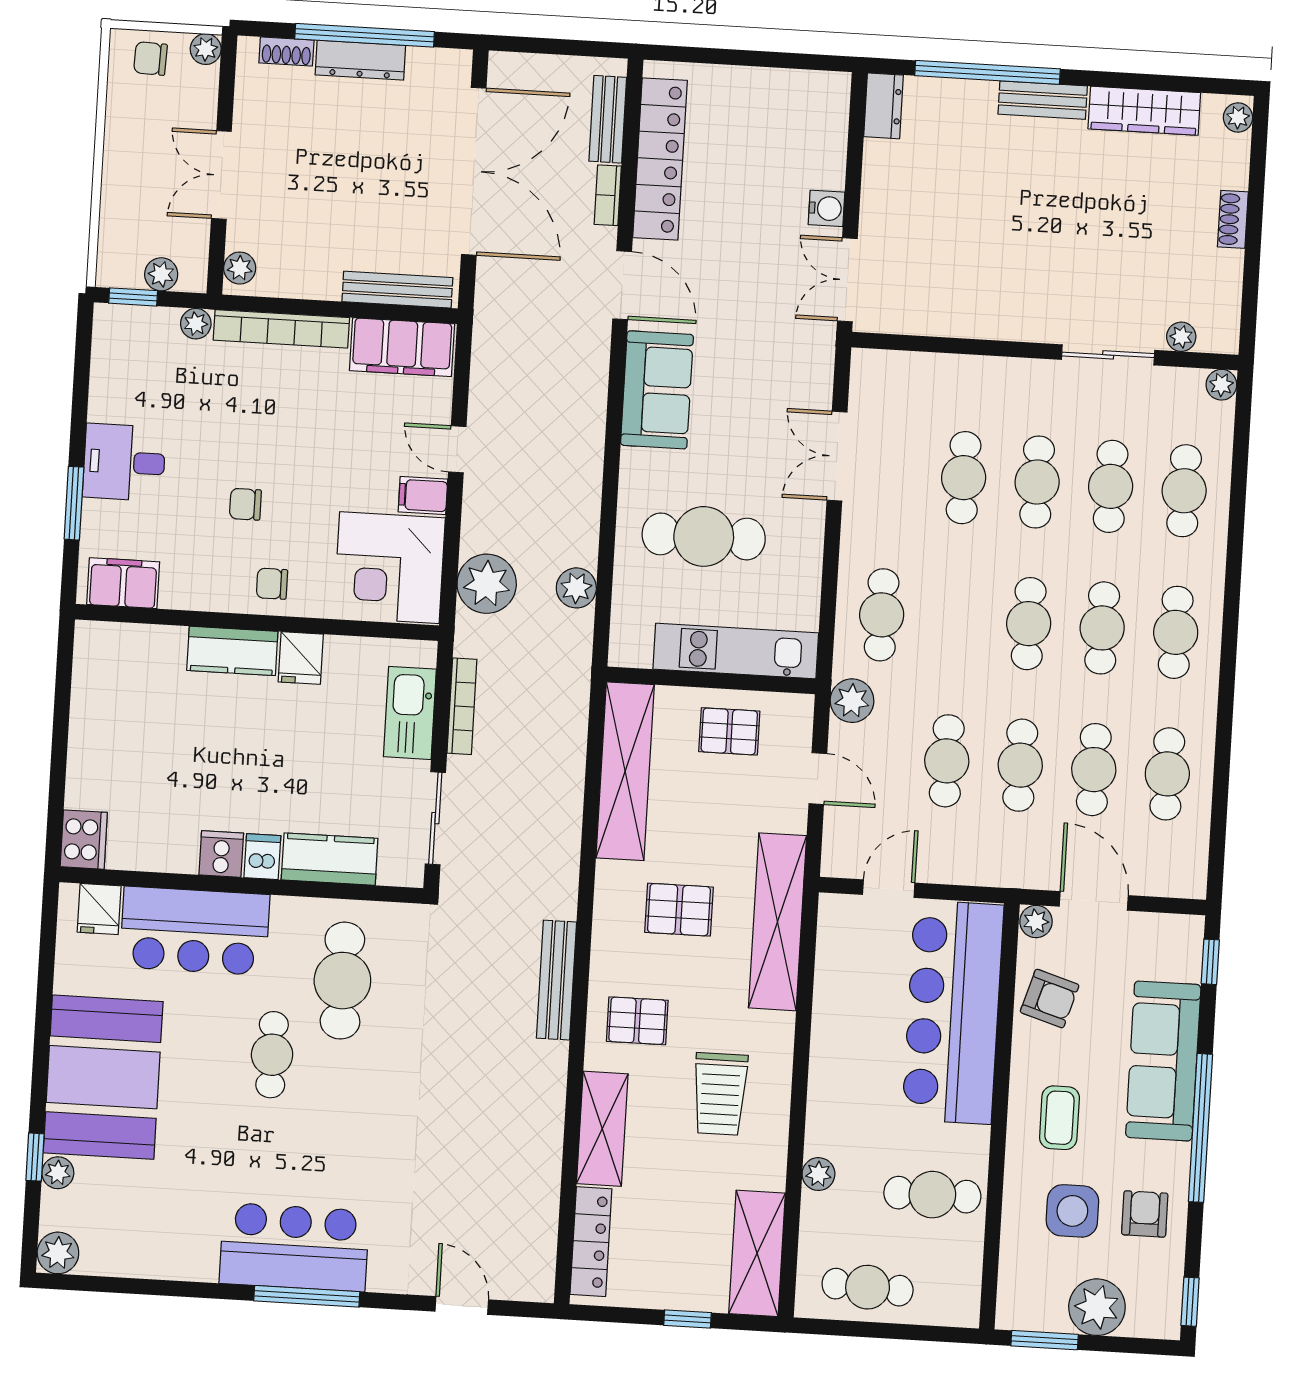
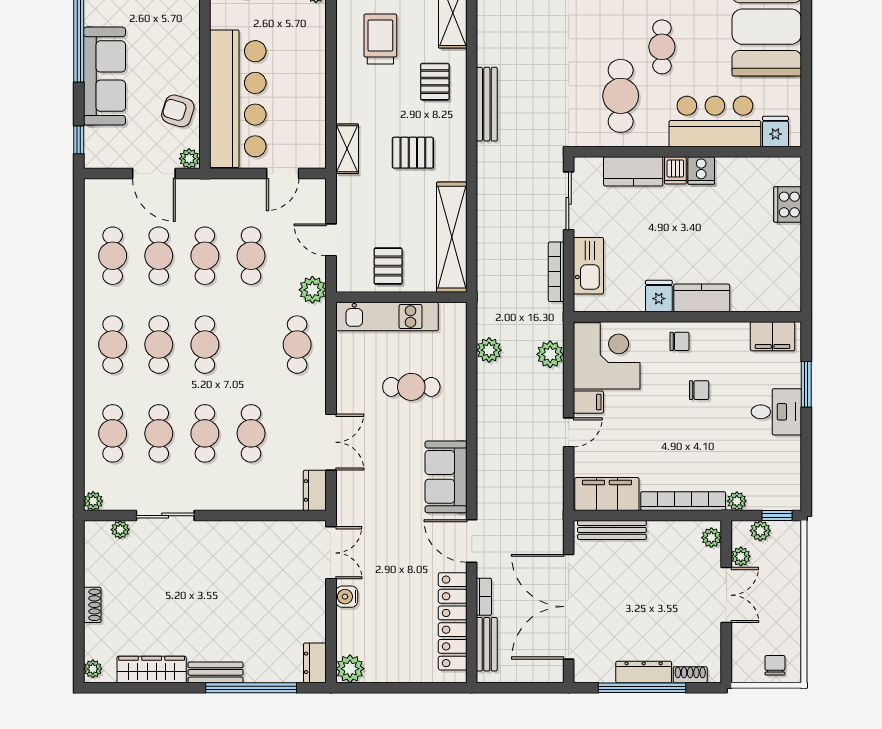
plant: (206, 49) -> (741, 556), moved
chair: (150, 58) -> (775, 665), turned -92
plant: (828, 93) -> (350, 669), added
dresser: (867, 381) -> (315, 490), added
door: (457, 449) -> (569, 432), hinge flipped
cafe table: (704, 536) -> (411, 387), width x0.73, depth x0.74
plant: (487, 584) -> (550, 354), width x0.73, depth x0.73
pallet: (729, 731) -> (388, 266), turned 90
cooker: (84, 840) -> (788, 204), moved
shelving: (778, 922) -> (347, 149), width x0.45, depth x0.75
pallet: (637, 1021) -> (435, 82), turned 90
coffee table: (1059, 1118) -> (167, 37), removed

